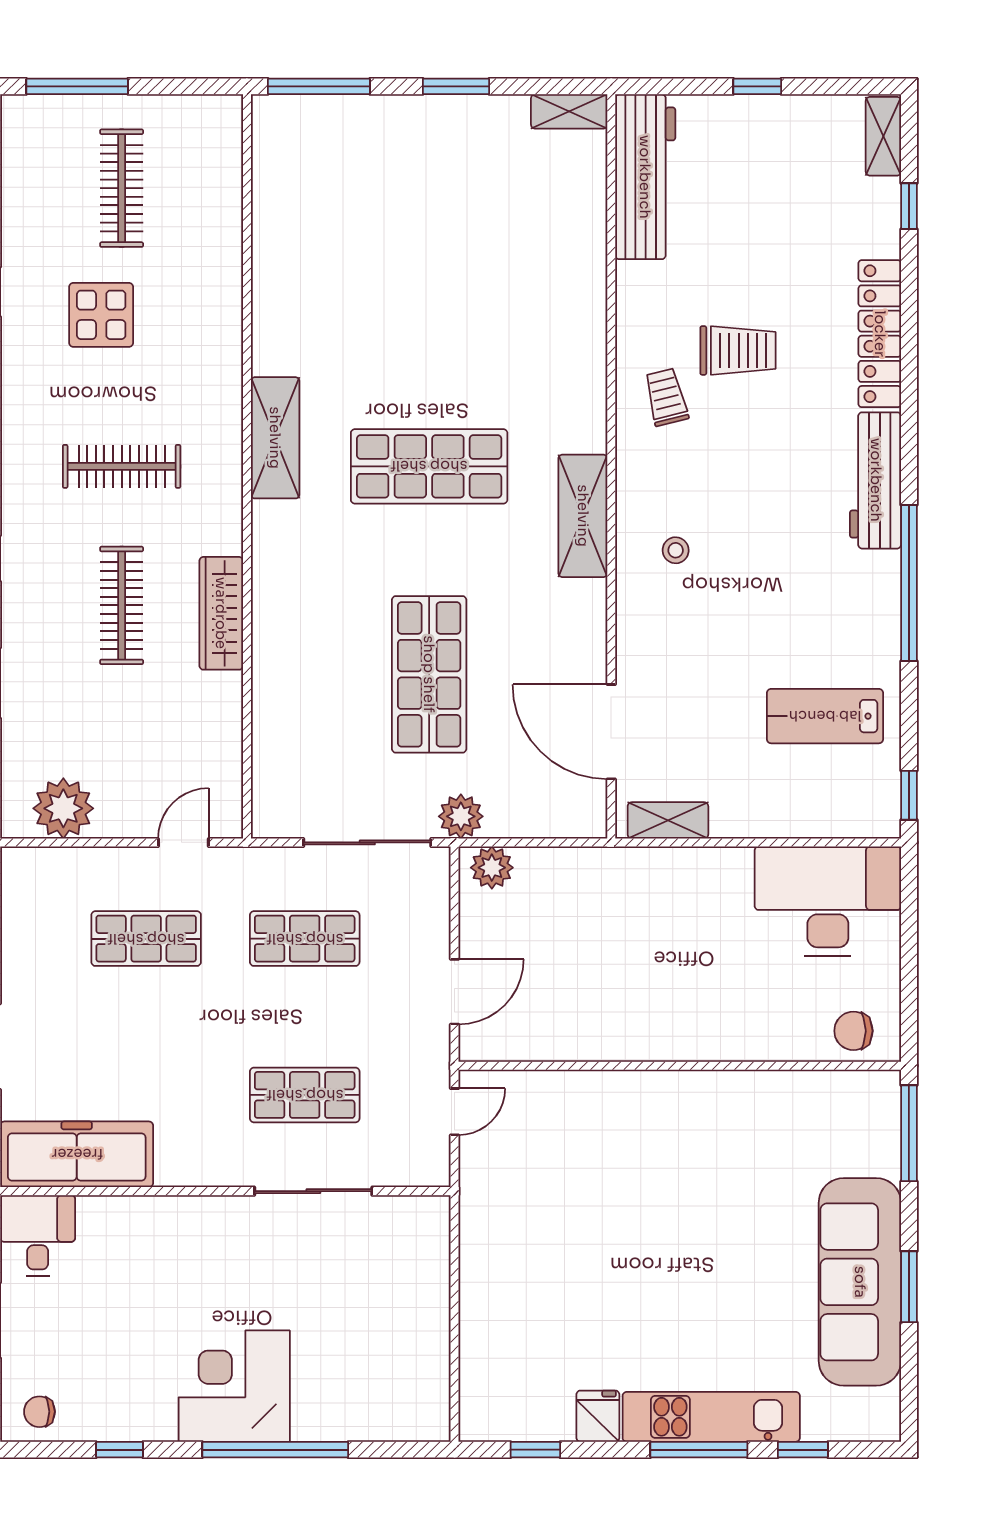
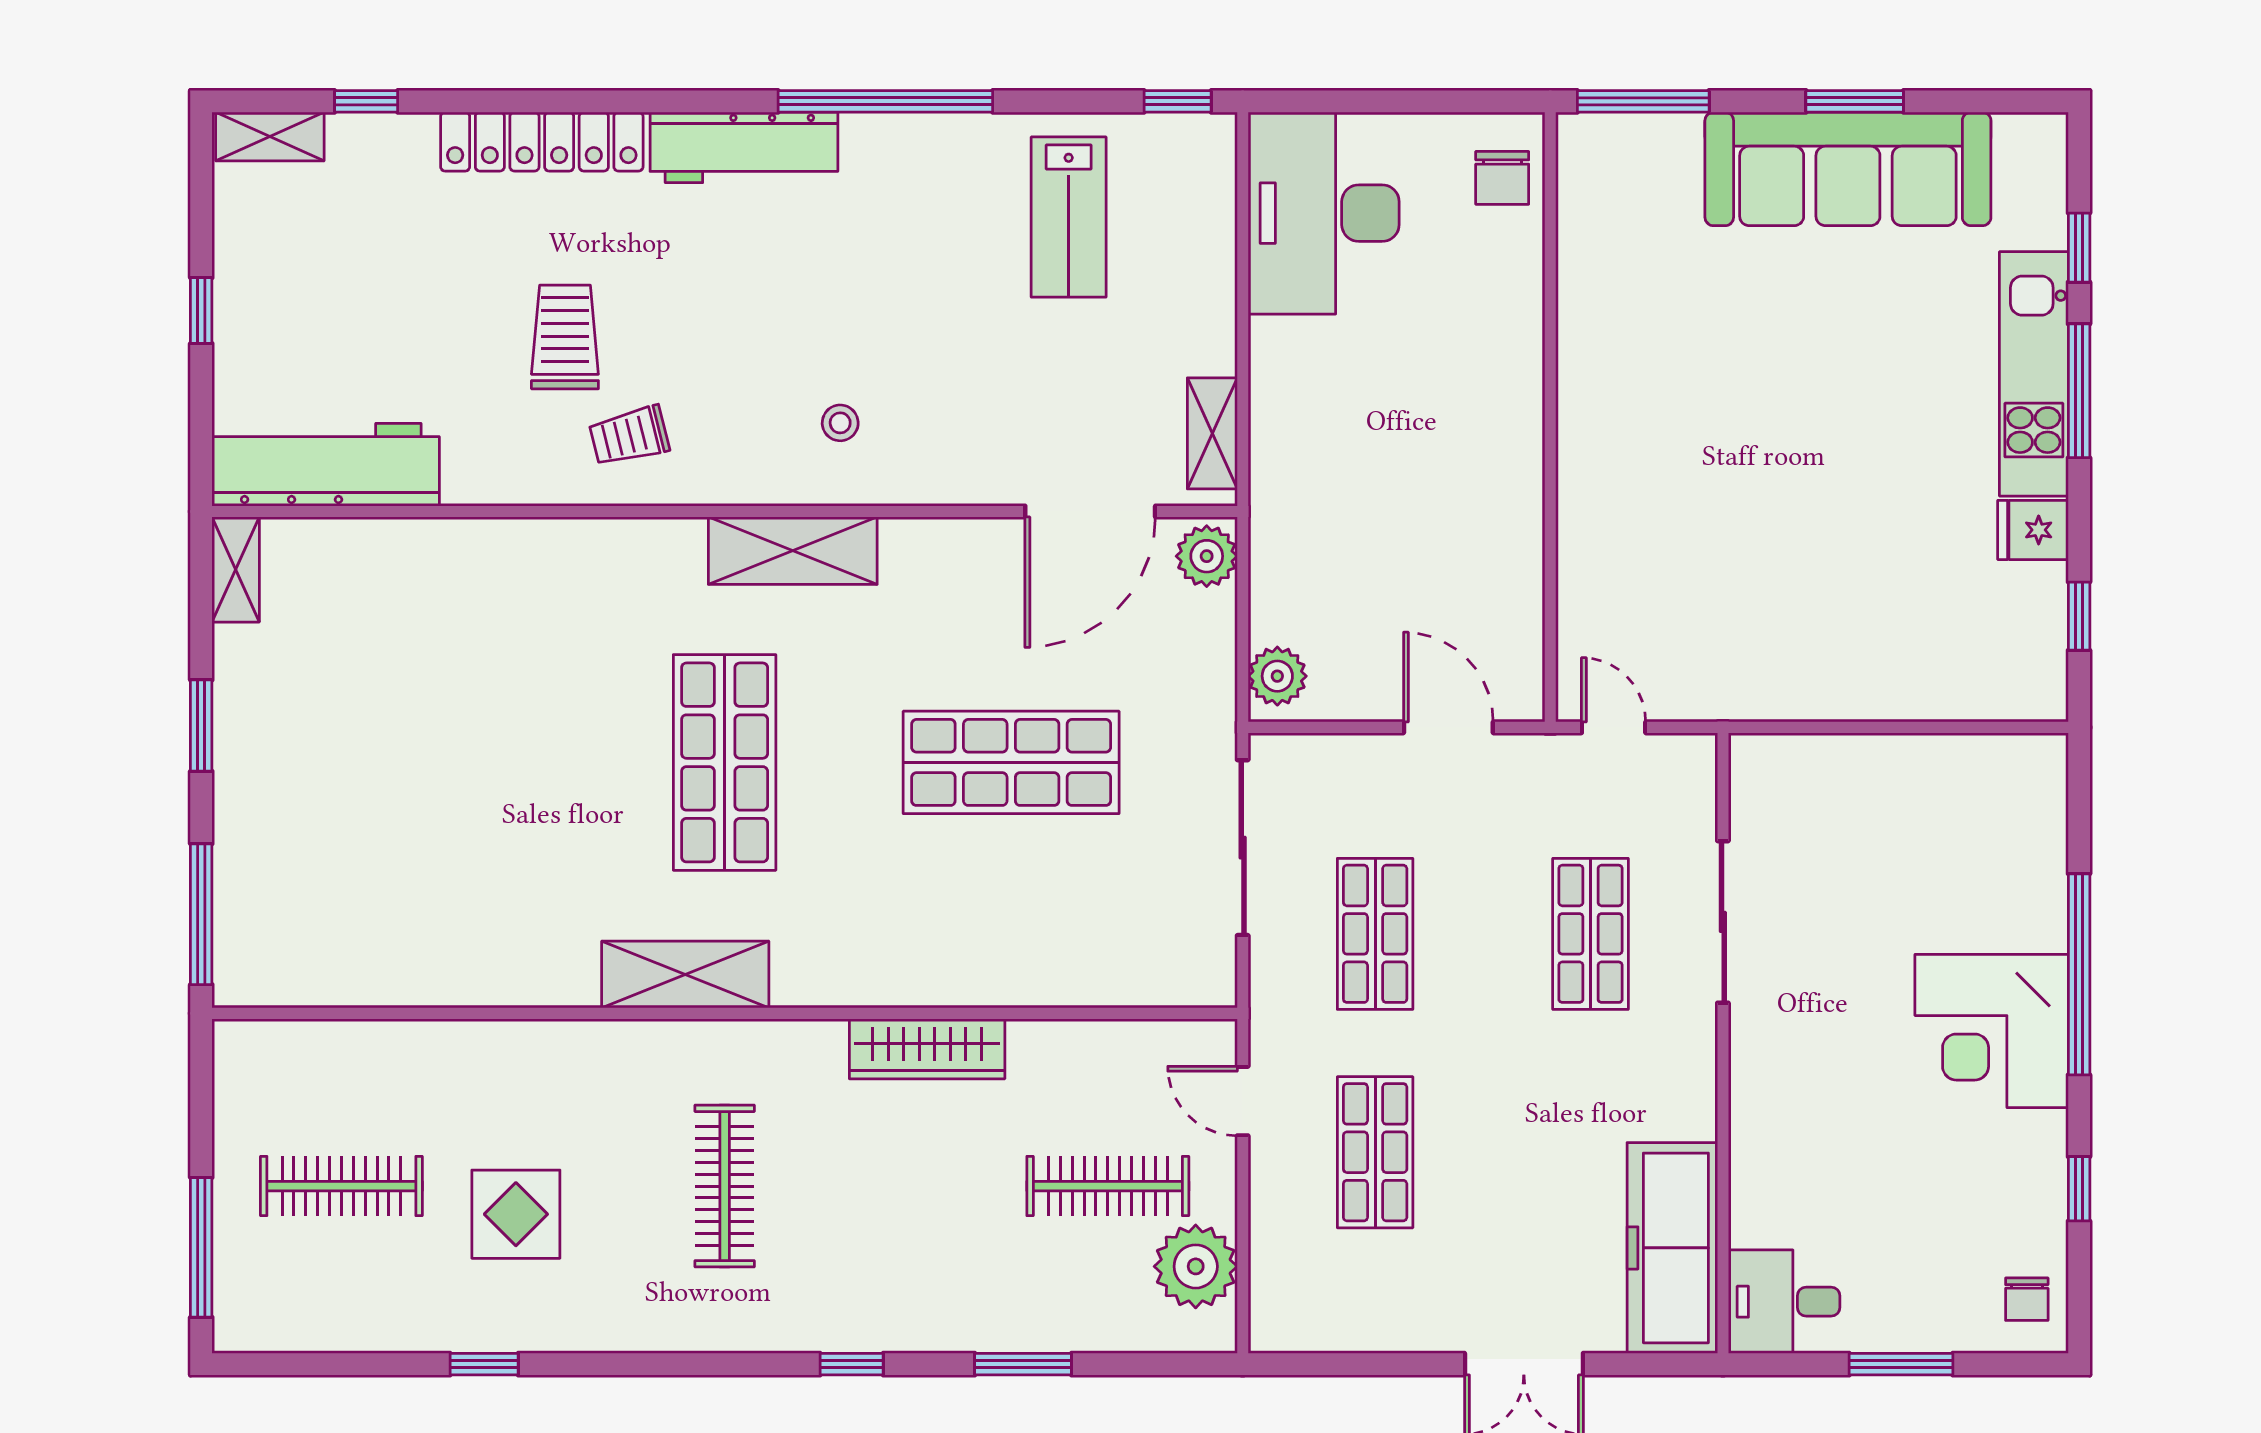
clothes rail: (122, 605) -> (1108, 1186), moved
plant: (461, 816) -> (1207, 556), moved

